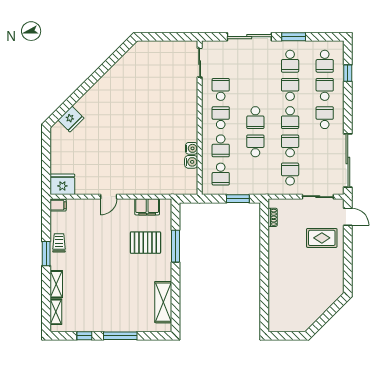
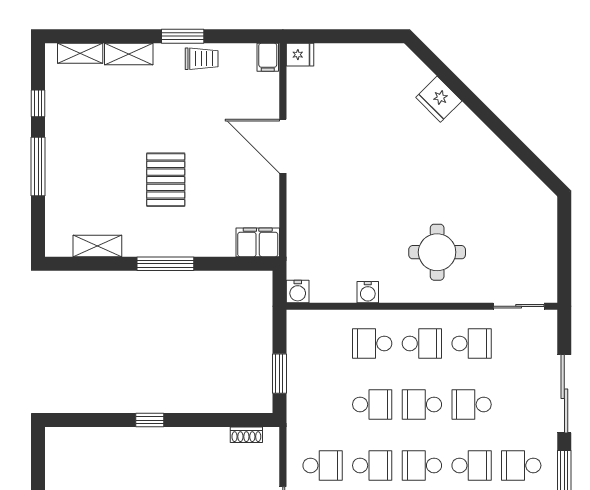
round table: (169, 109) -> (437, 252), added
fridge: (71, 119) -> (439, 99), moved
water cooler: (191, 162) -> (298, 291), moved
school desk: (221, 174) -> (472, 404), moved
fridge: (62, 184) -> (300, 55), width x0.53, depth x0.75
door: (109, 197) -> (283, 146), width x1.88
filing cabinet: (147, 207) -> (258, 242), moved, turned 90
pallet: (145, 243) -> (166, 180), moved
window: (175, 246) -> (165, 264), moved
window: (264, 272) -> (150, 420), added
shelving: (163, 302) -> (97, 246), width x0.67, depth x0.75

